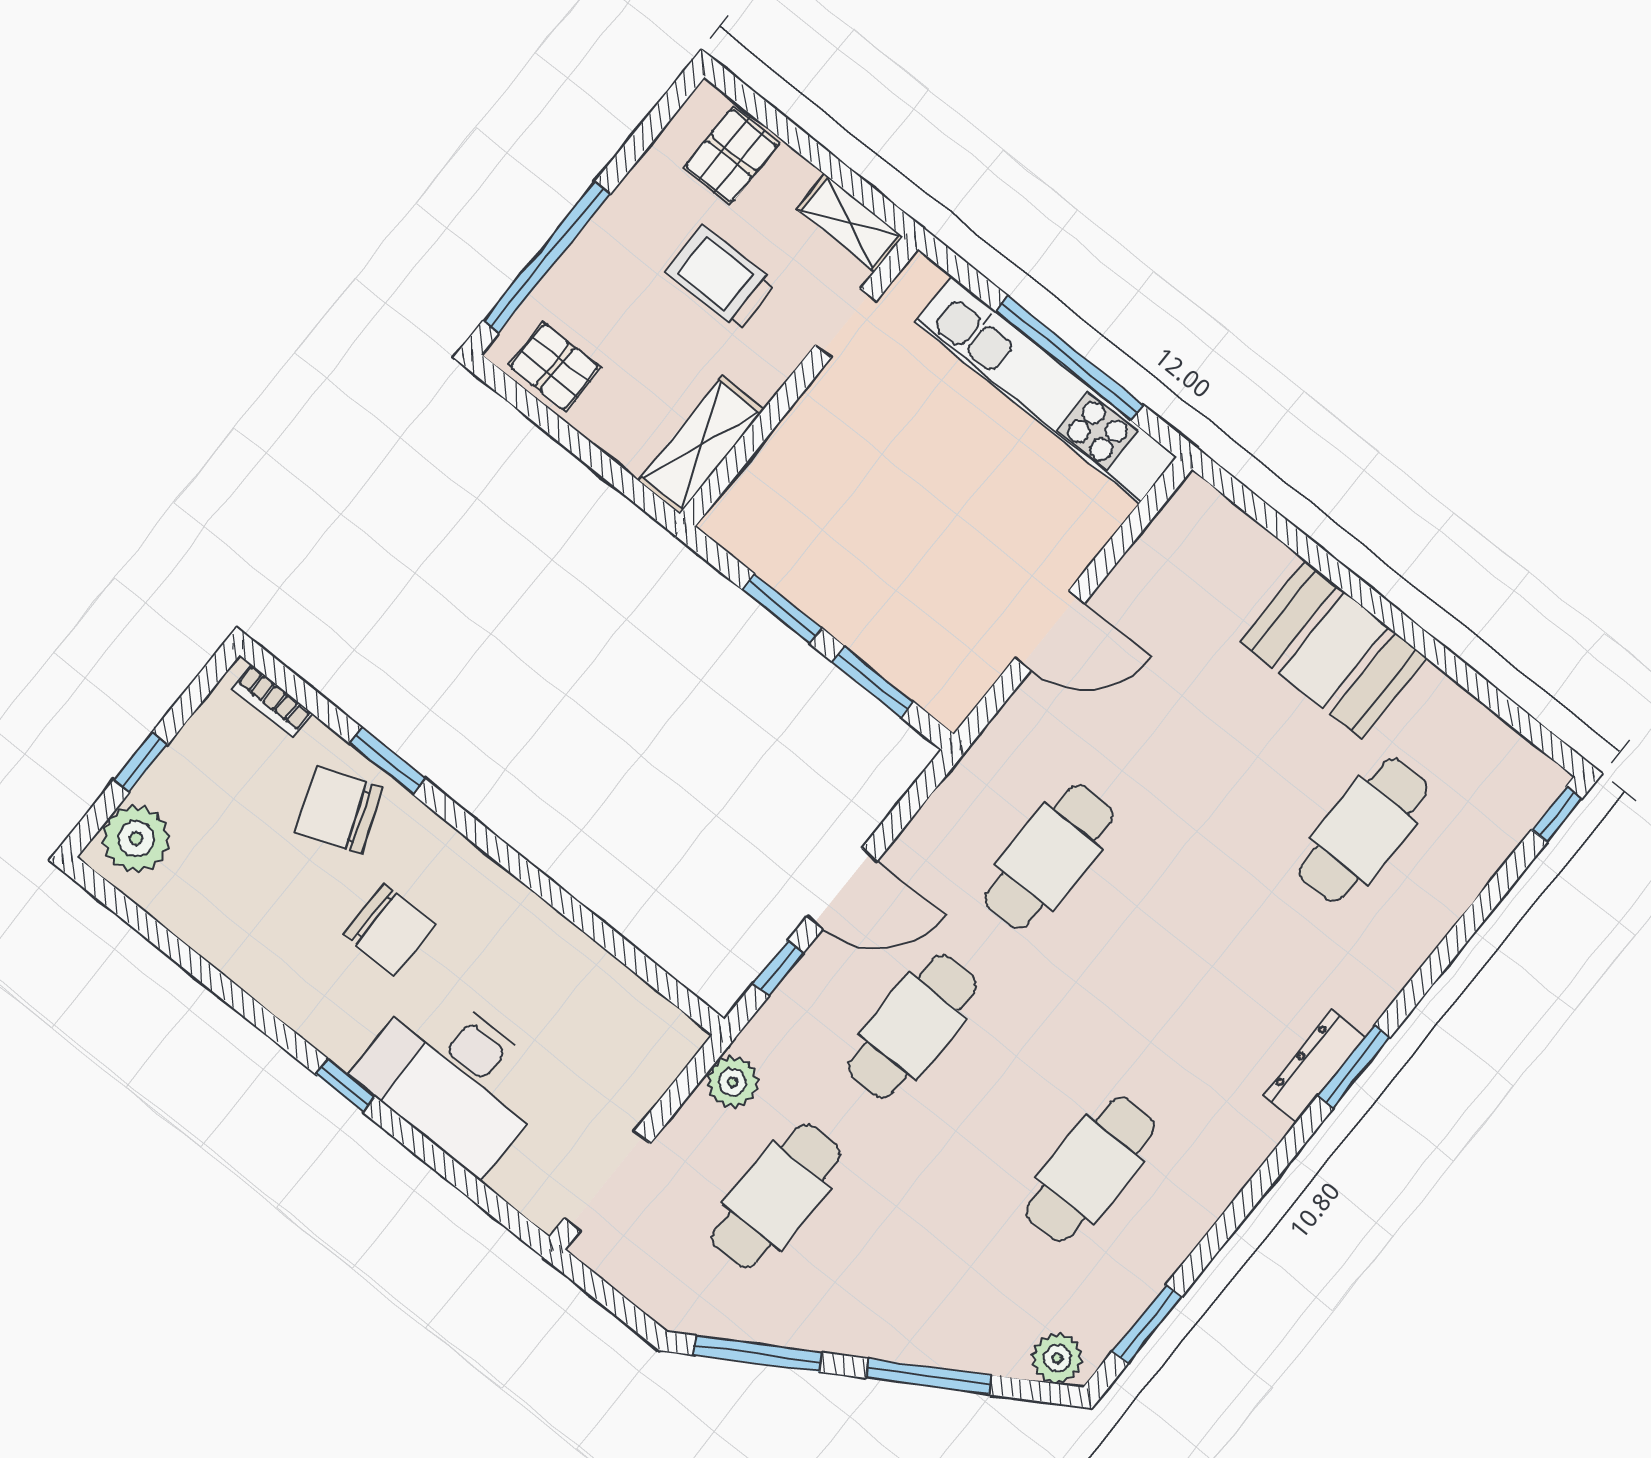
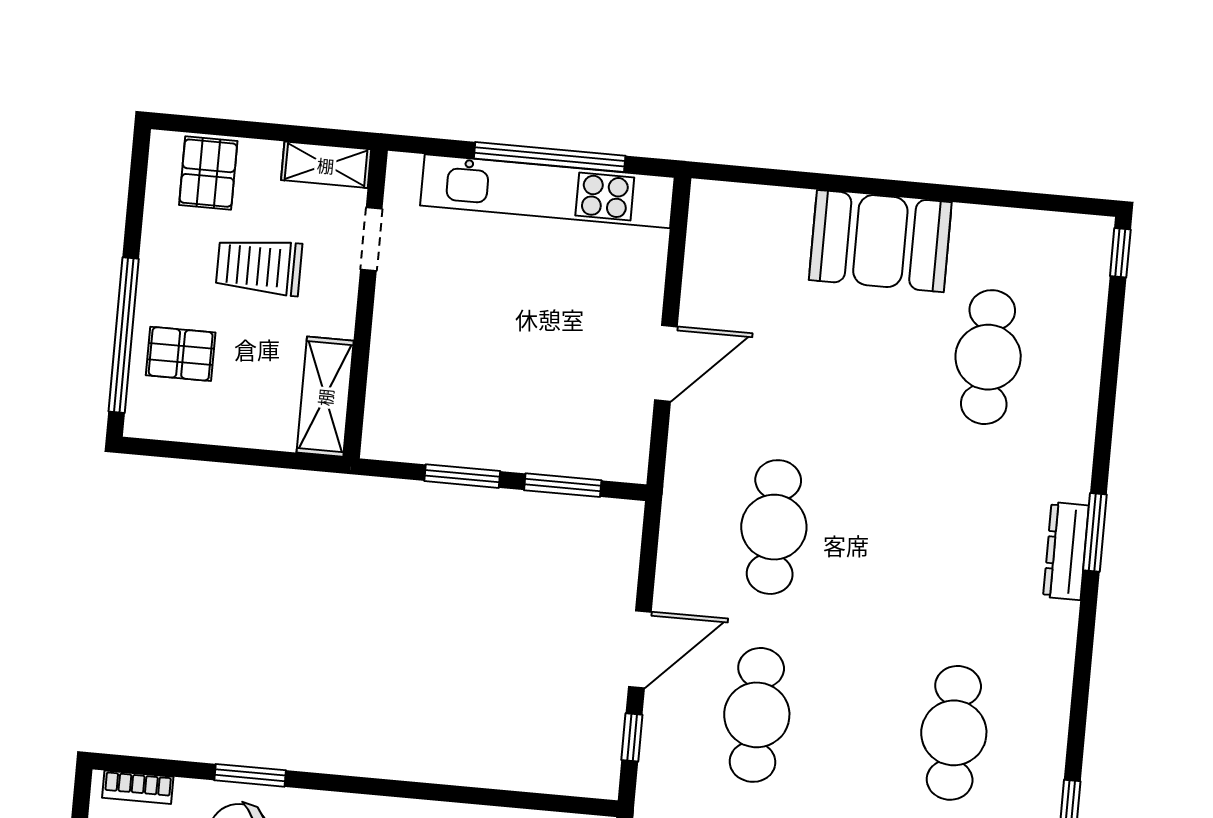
pallet: (554, 367) -> (181, 354), moved

